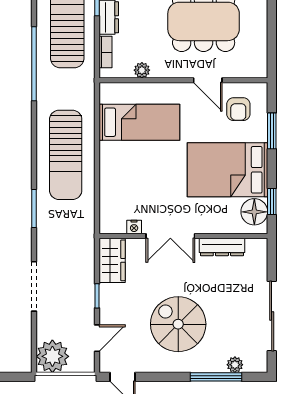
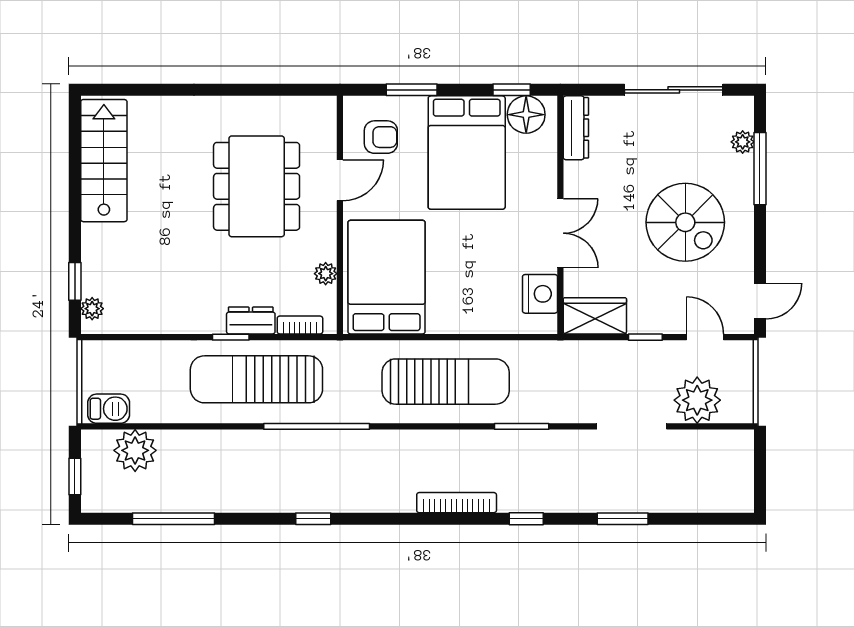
bed: (139, 122) -> (387, 277), width x1.50
nightstand: (134, 227) -> (540, 294), width x1.89, depth x1.79
dresser: (222, 247) -> (576, 128), moved
spiral stairs: (178, 324) -> (685, 222), turned -90
plant: (52, 356) -> (697, 400), moved

